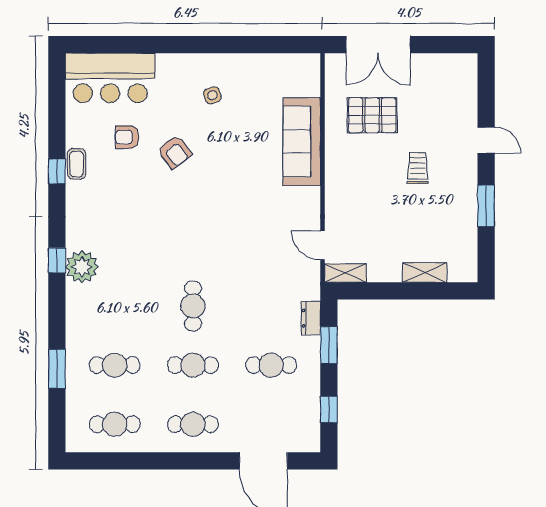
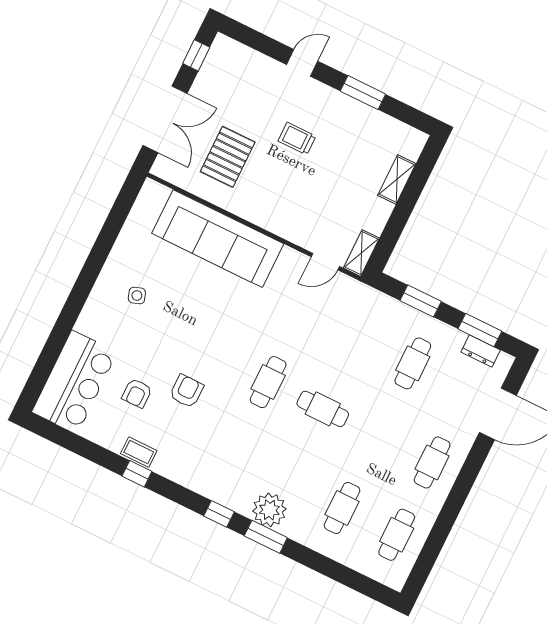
window: (447, 45) -> (196, 55), added
sofa: (302, 142) -> (218, 239), width x1.36, depth x1.27
armchair: (175, 152) -> (187, 391), moved, turned -52
plant: (82, 267) -> (269, 510), moved
dresser: (311, 318) -> (481, 351), moved
cafe table: (193, 365) -> (268, 382), moved
window: (57, 369) -> (266, 537), moved
window: (329, 409) -> (480, 330), width x1.50

